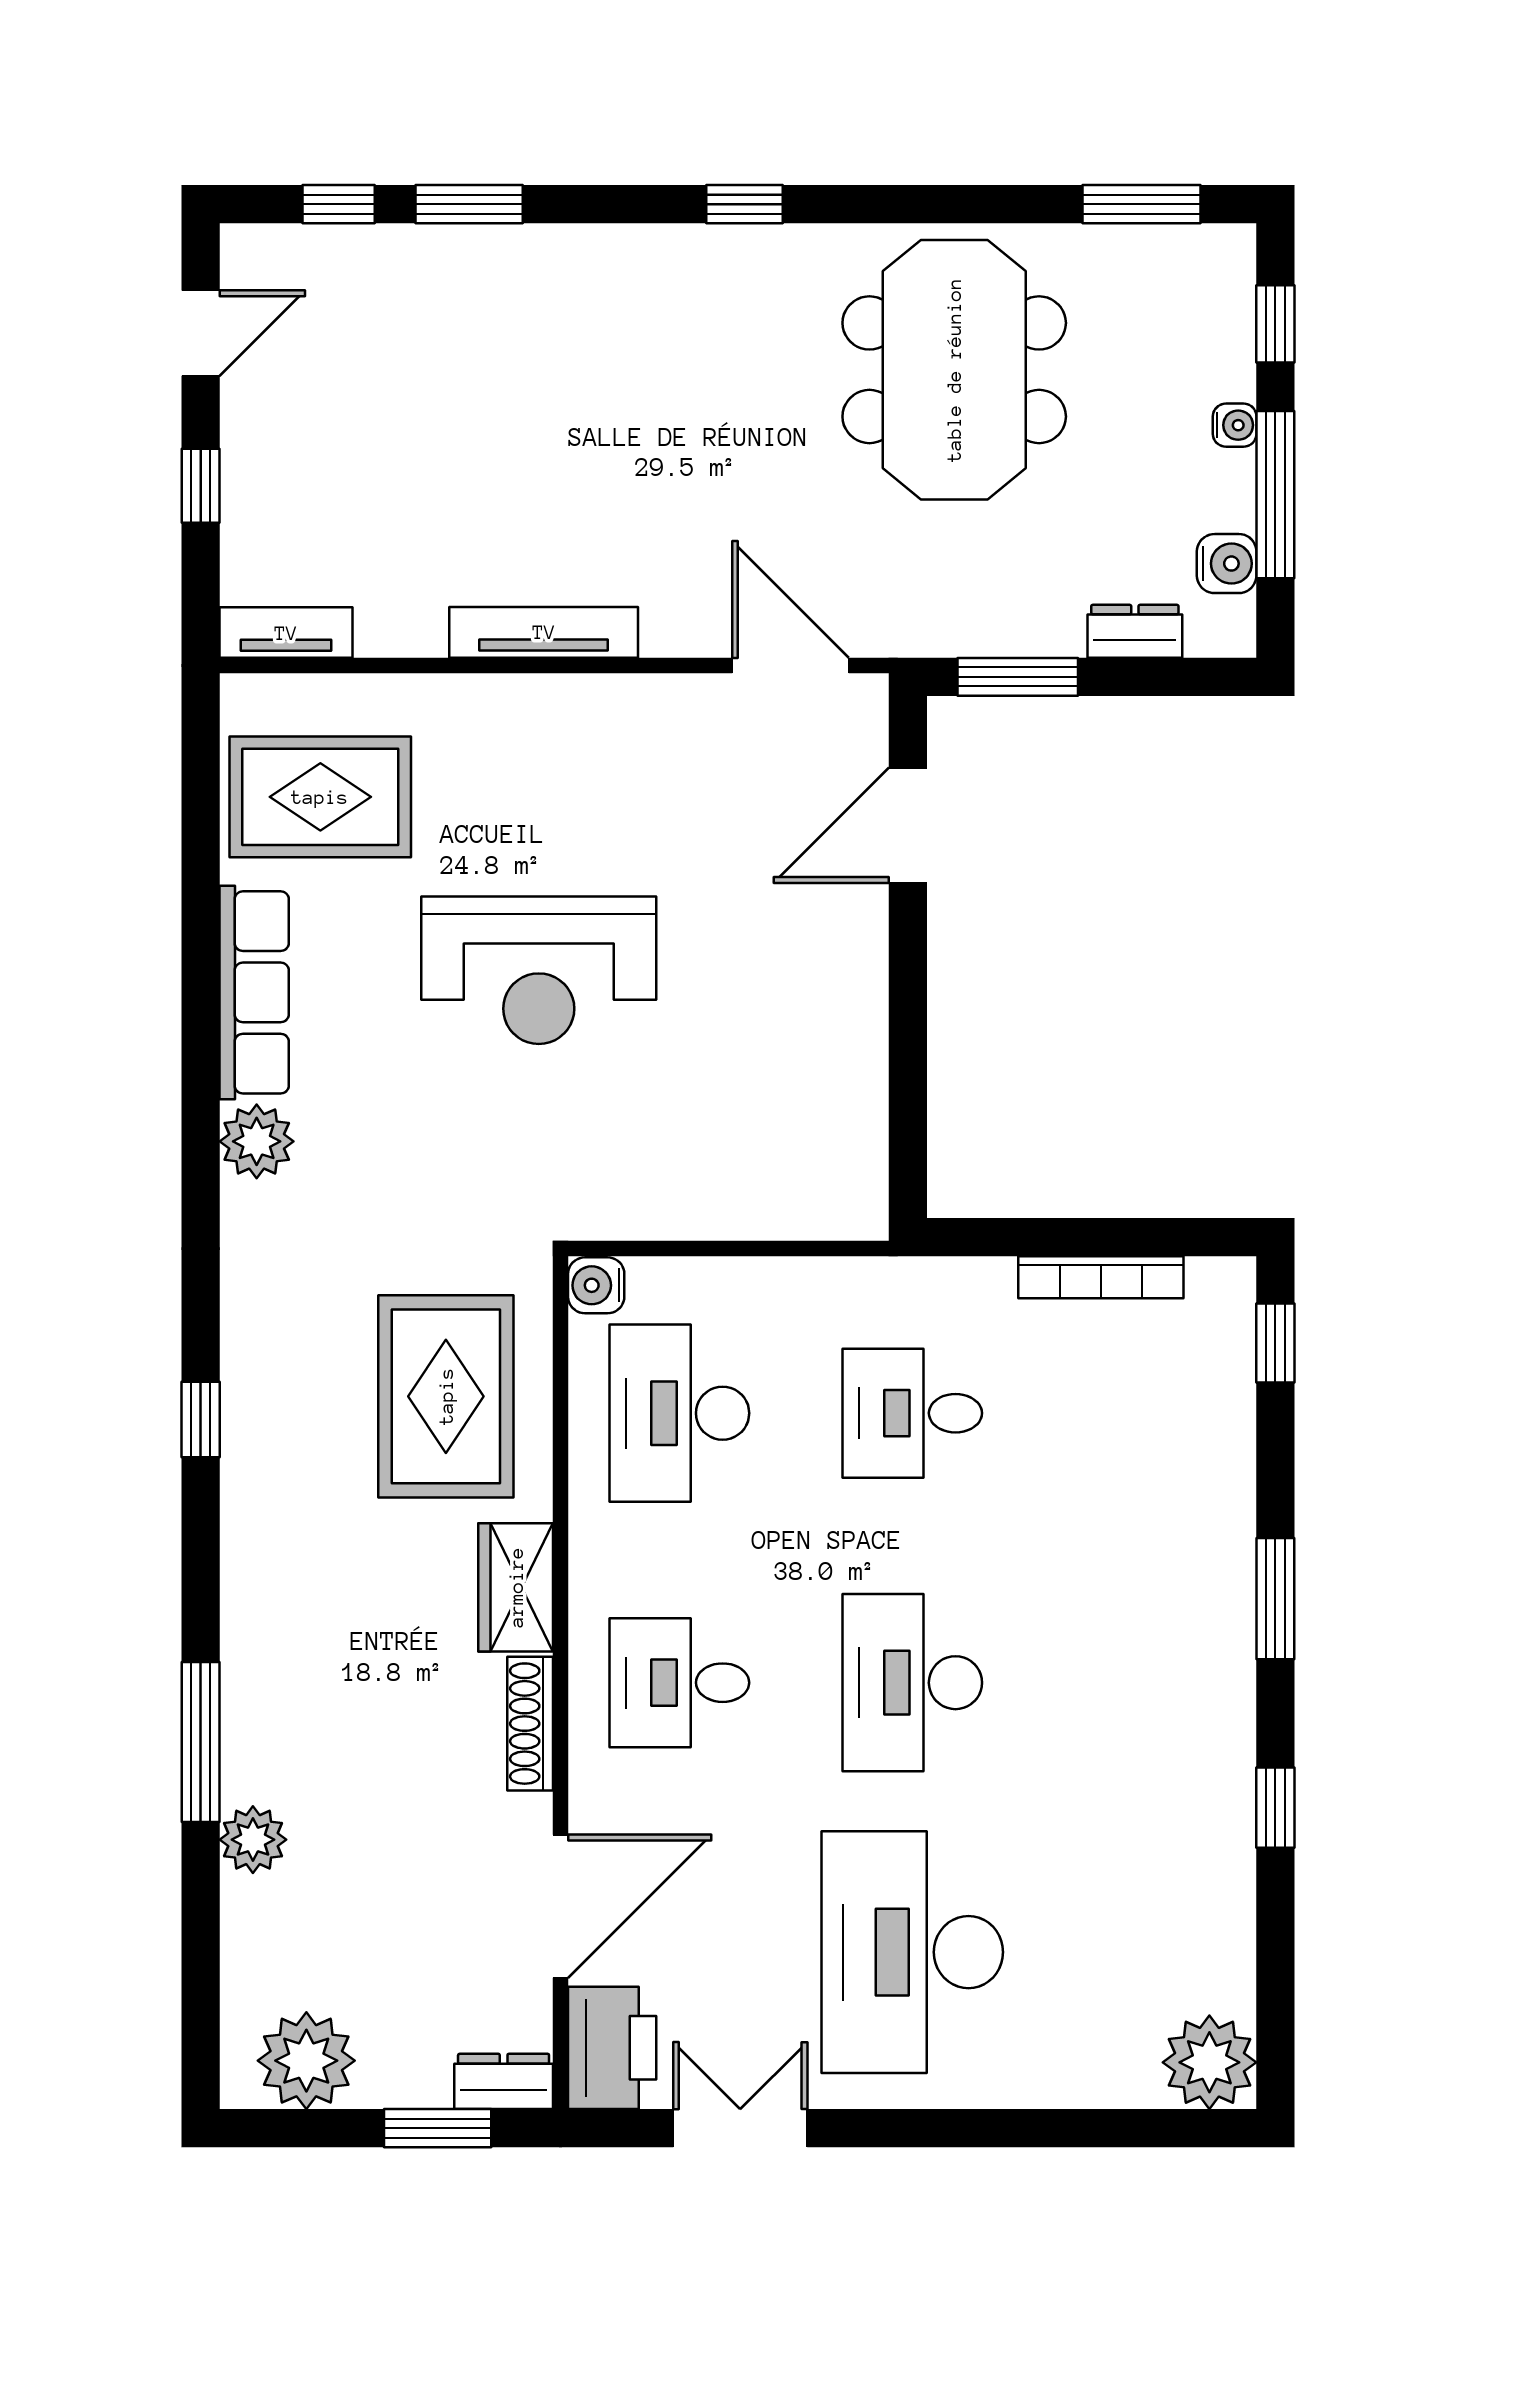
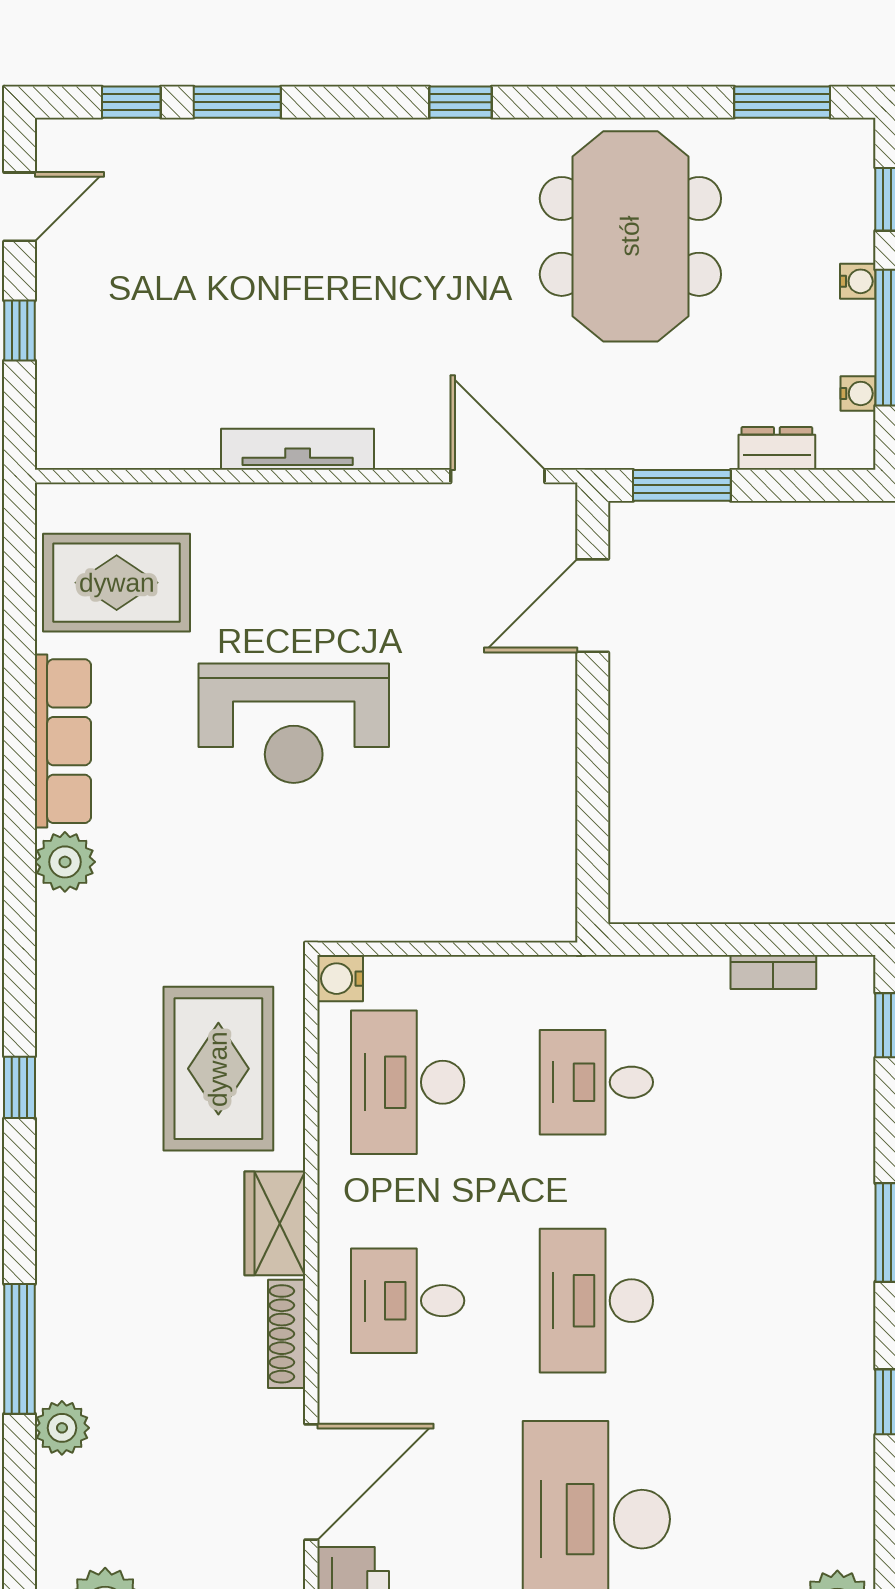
water cooler: (1227, 564) -> (858, 393), width x0.72, depth x0.72
tv unit: (286, 633) -> (89, 449), removed
bookcase: (1101, 1277) -> (773, 972), width x0.64

